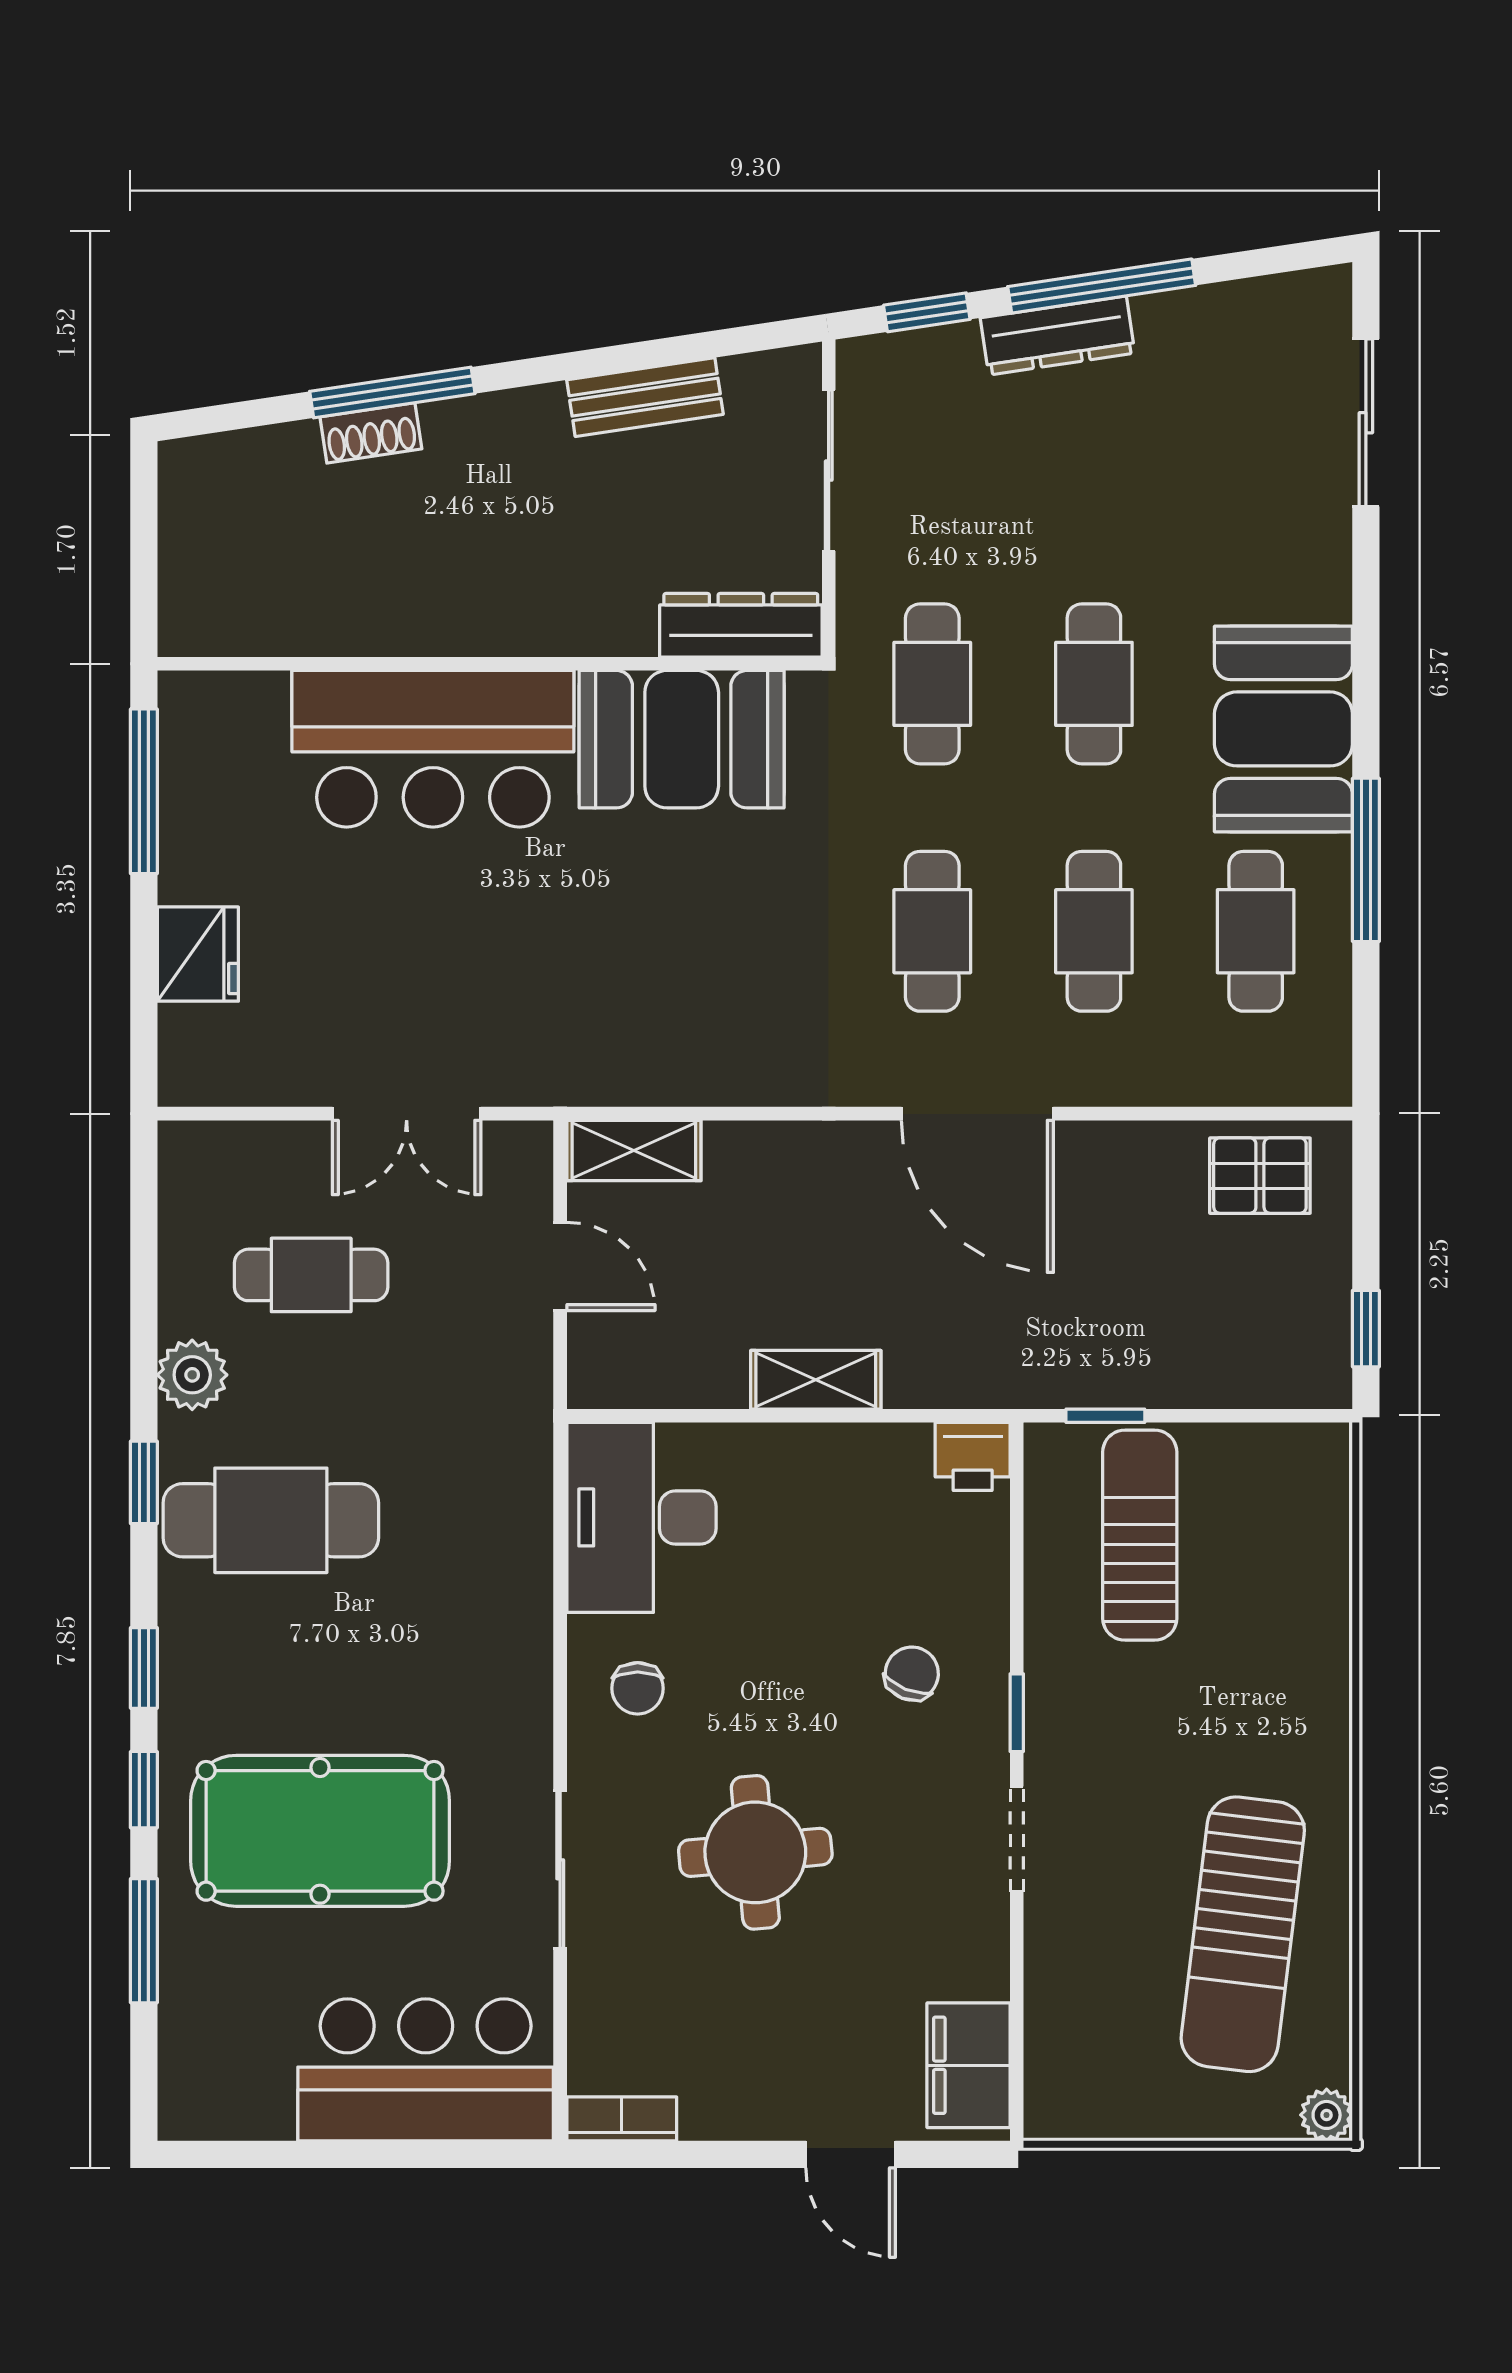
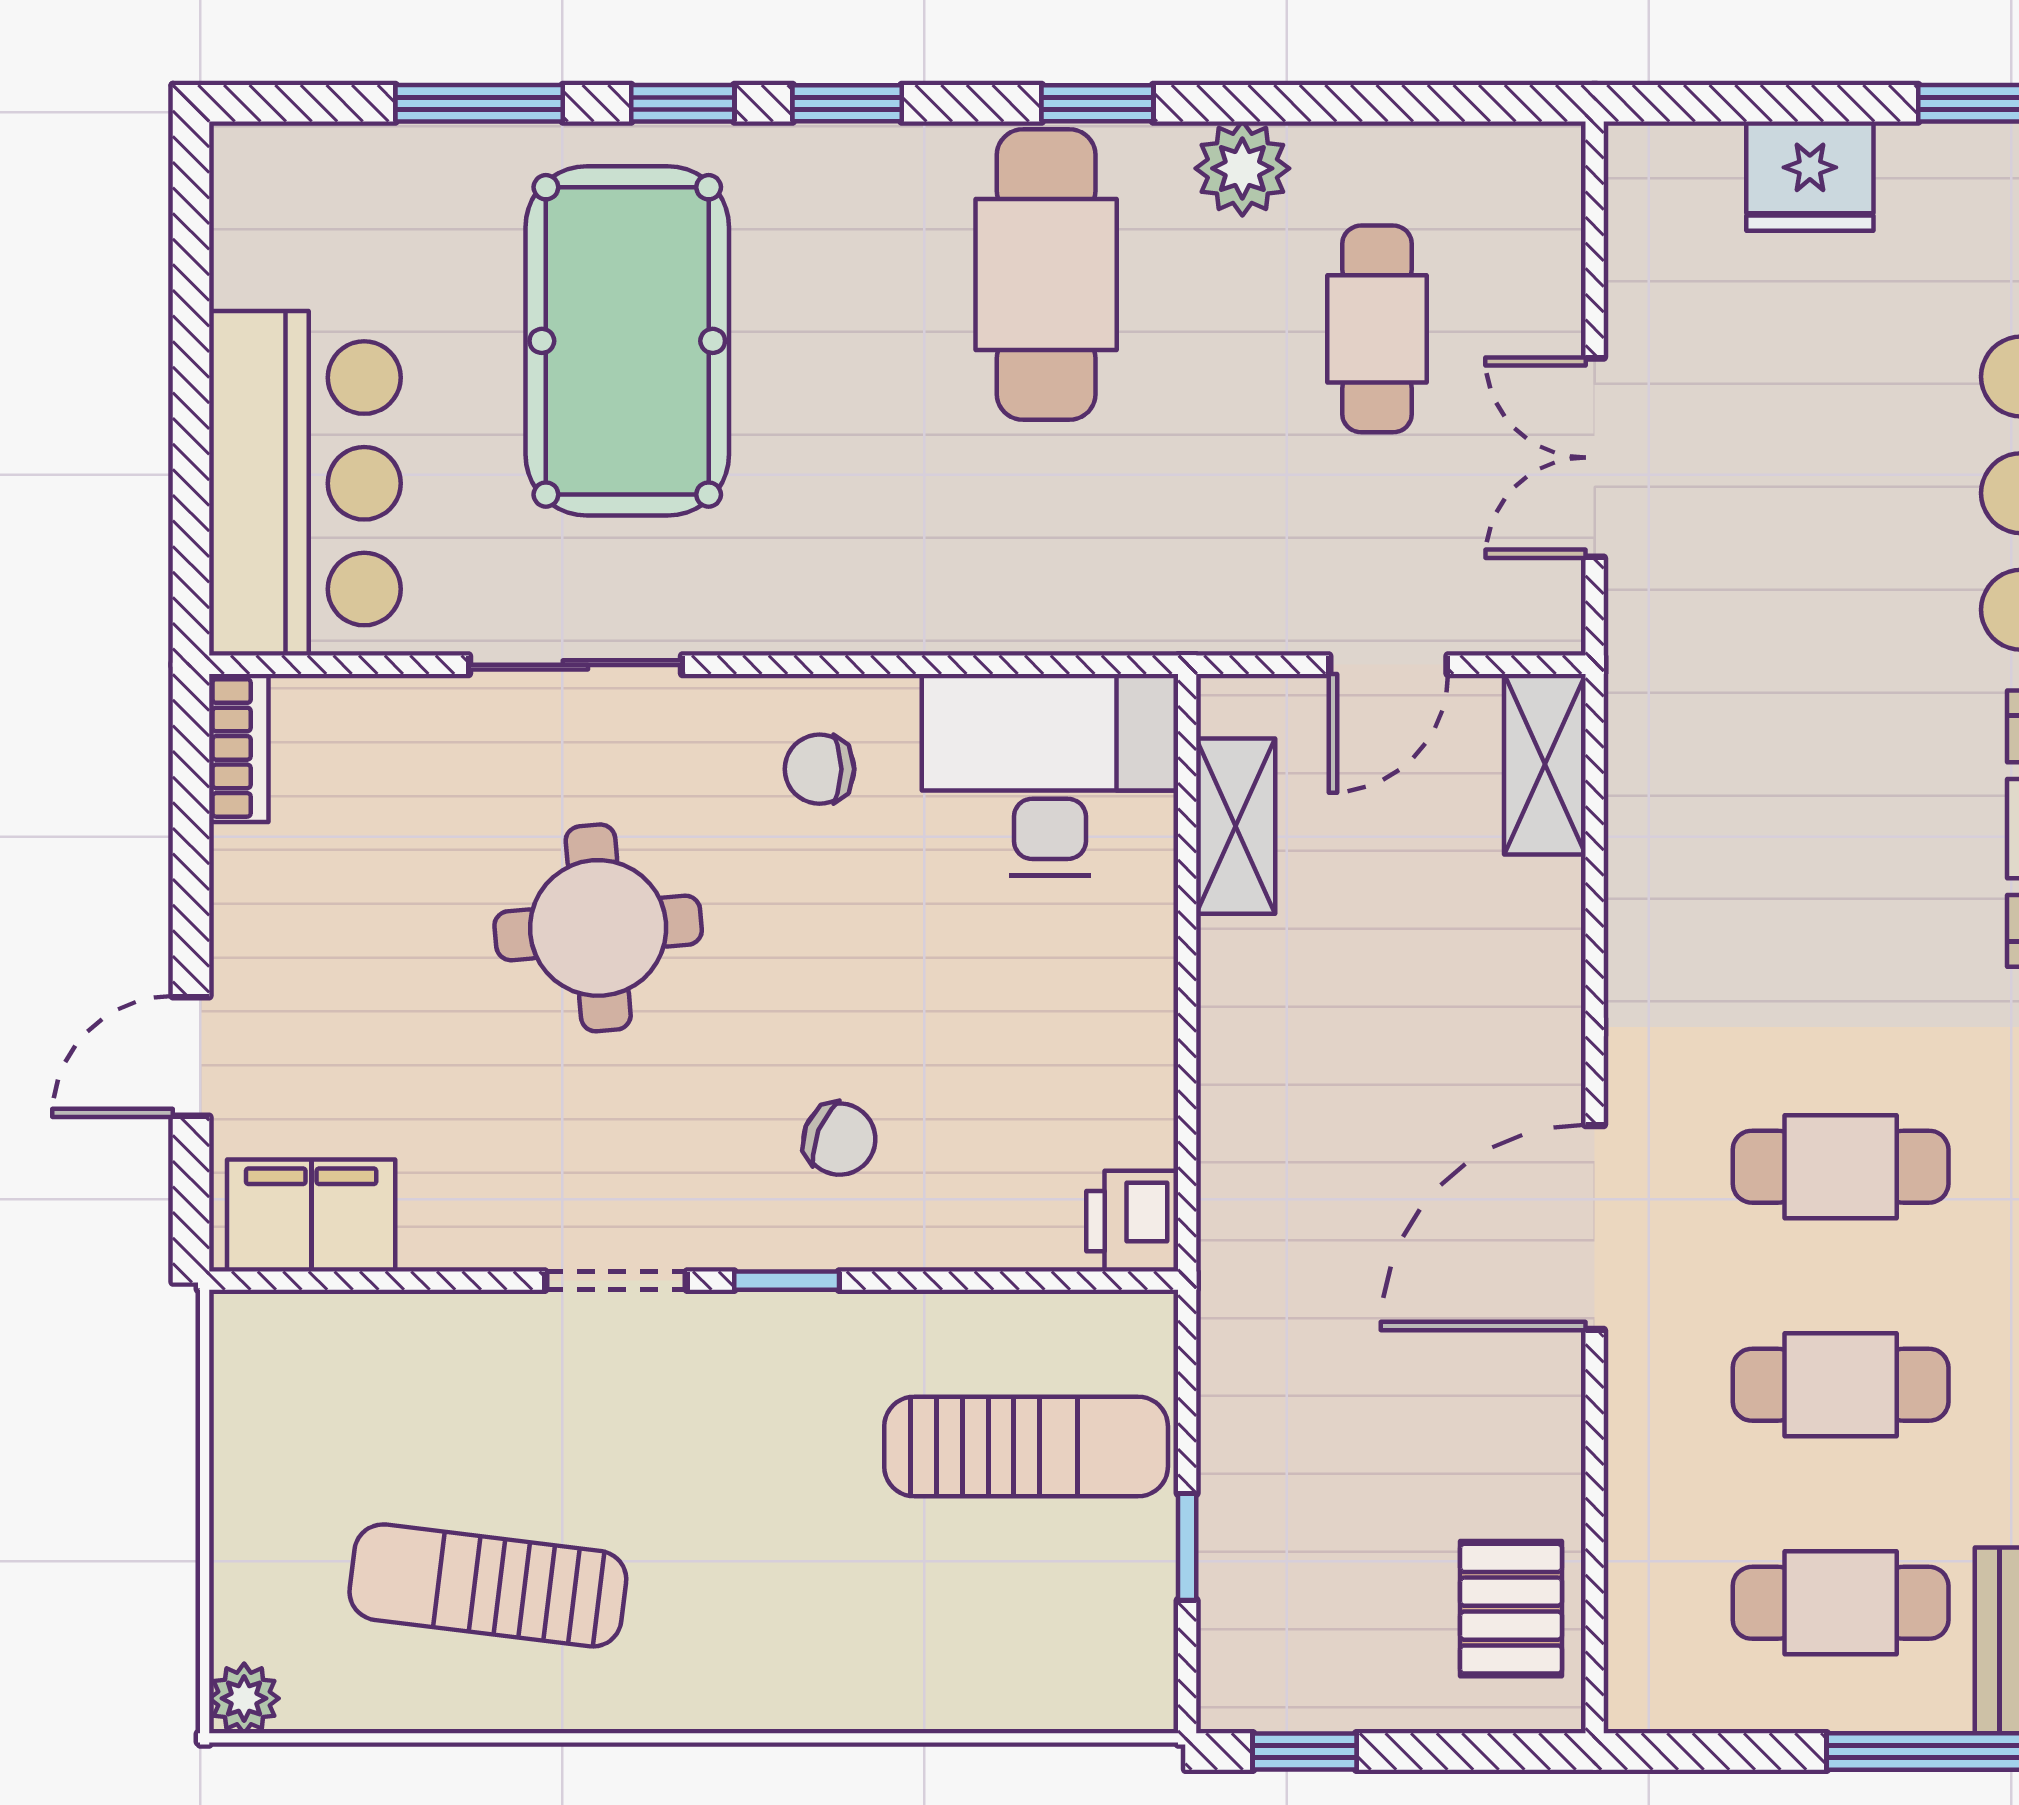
shelving: (816, 1380) -> (1236, 826), moved
window: (1105, 1416) -> (1187, 1547), moved
sun lounger: (1243, 1934) -> (488, 1585), width x0.73, depth x0.75

